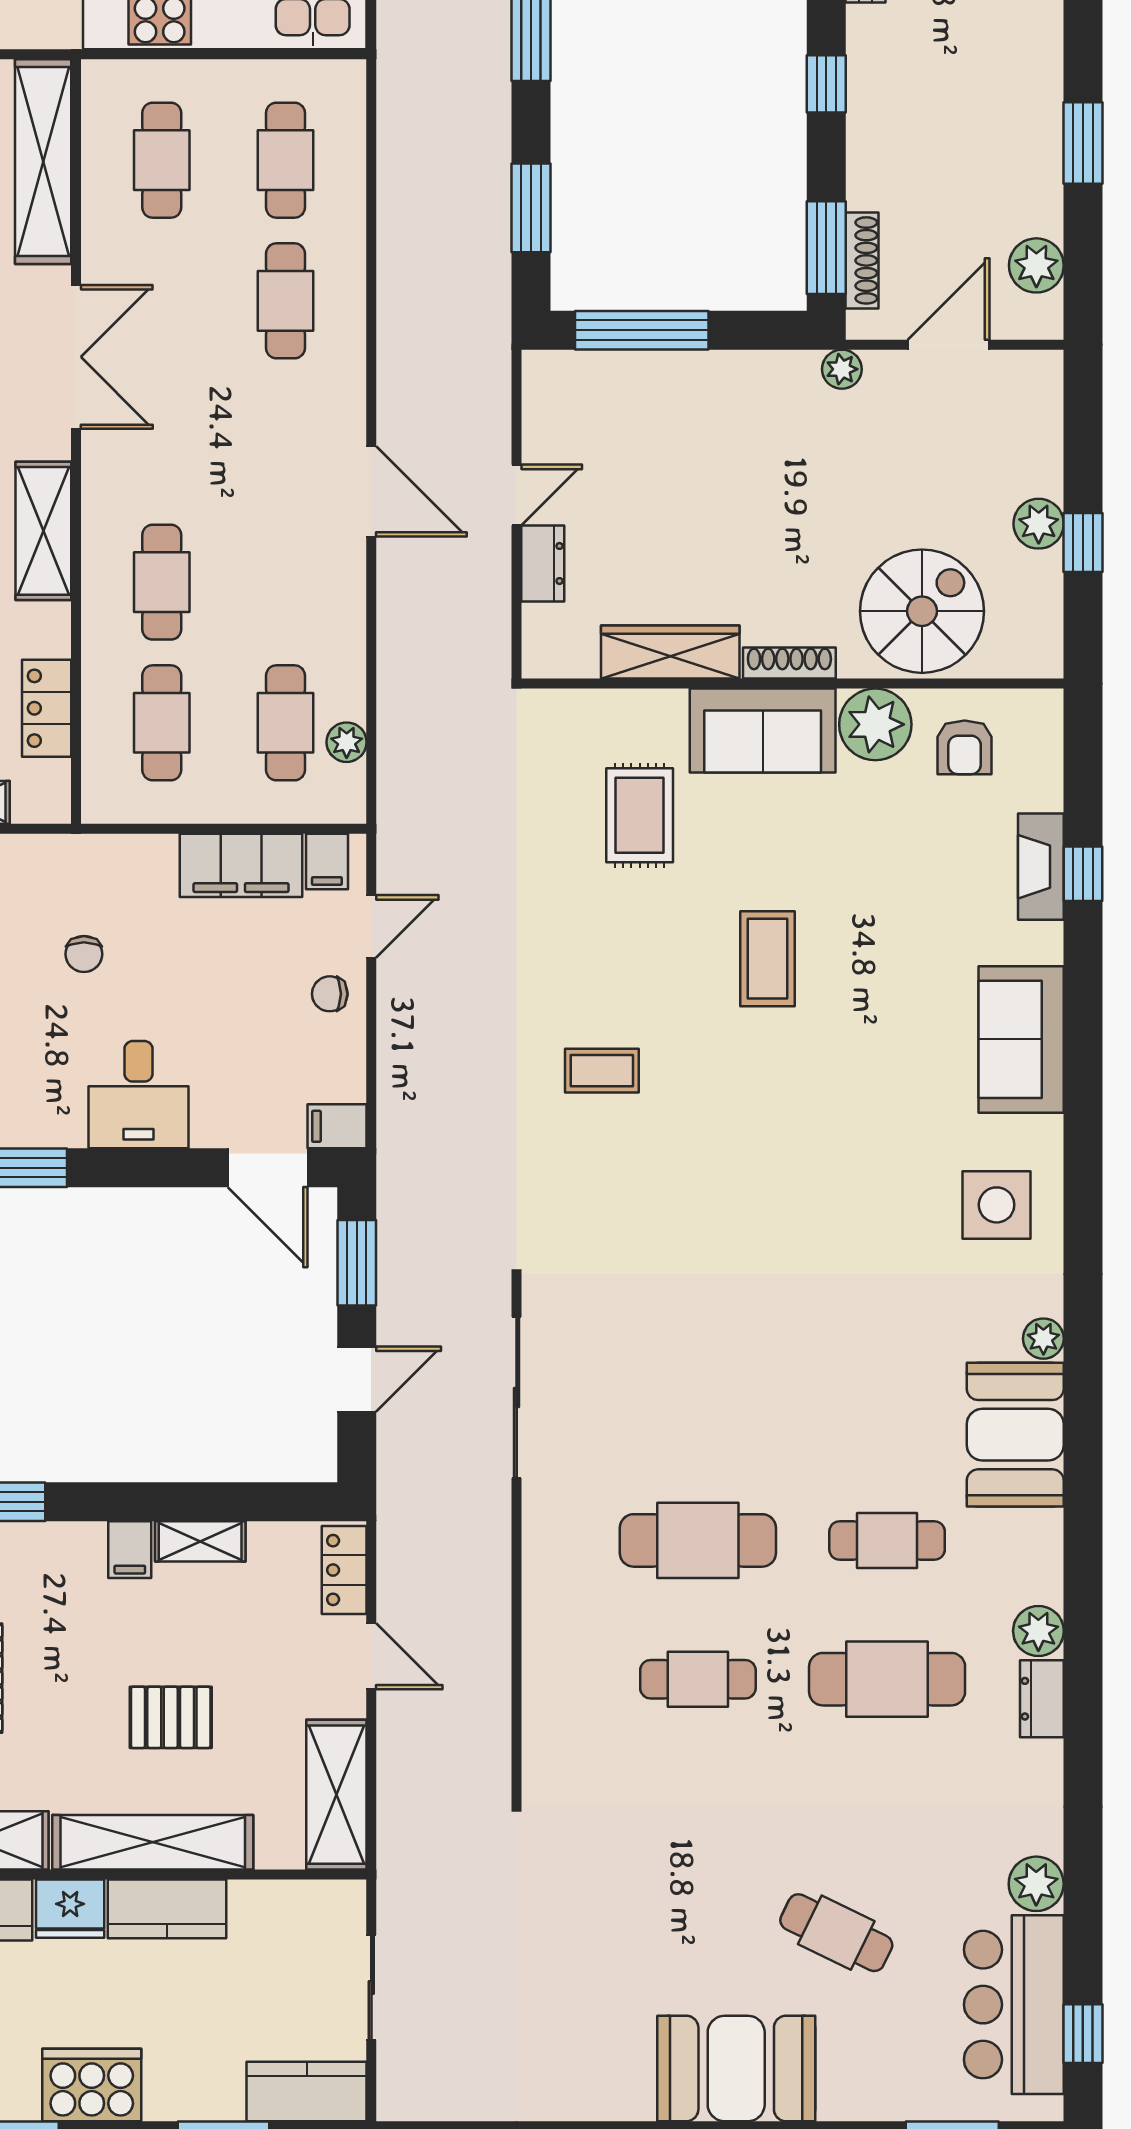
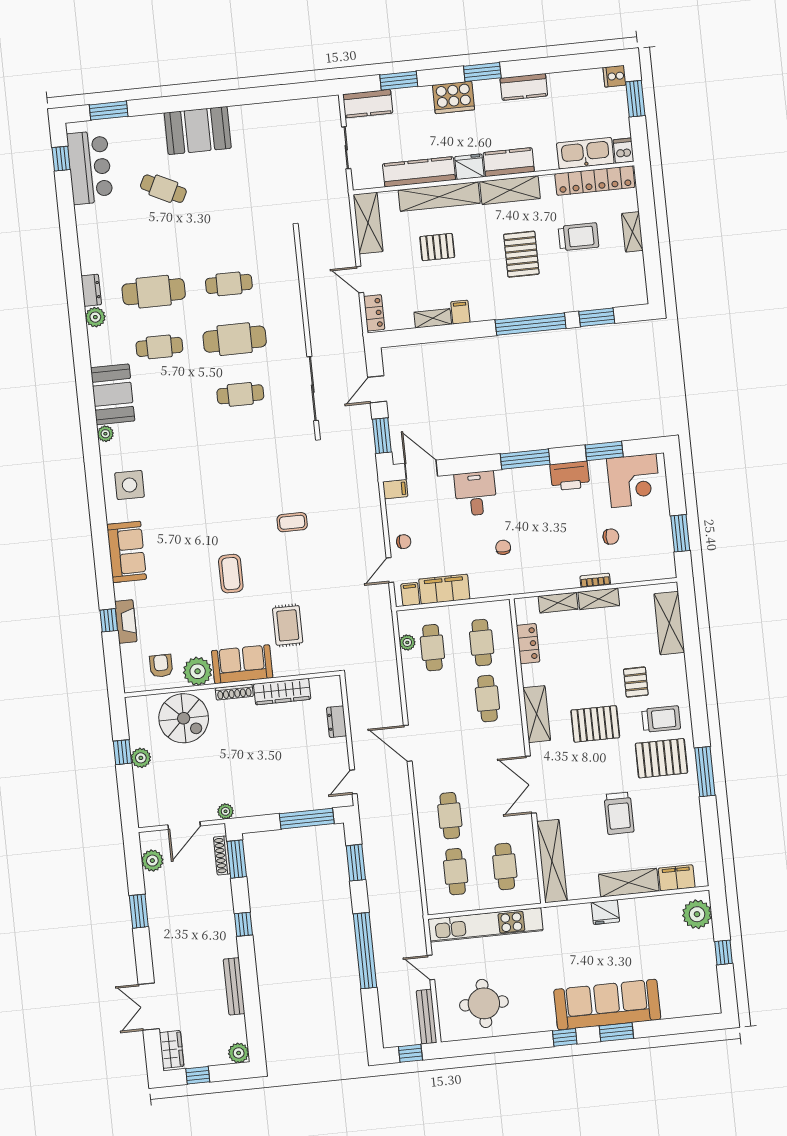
door: (517, 495) -> (353, 782), moved
spiral stairs: (922, 611) -> (184, 718), turned -90
cafe table: (698, 1402) -> (240, 394), added
plant: (1036, 1884) -> (86, 216), removed
kitchen counter: (167, 1909) -> (419, 172), width x1.50

